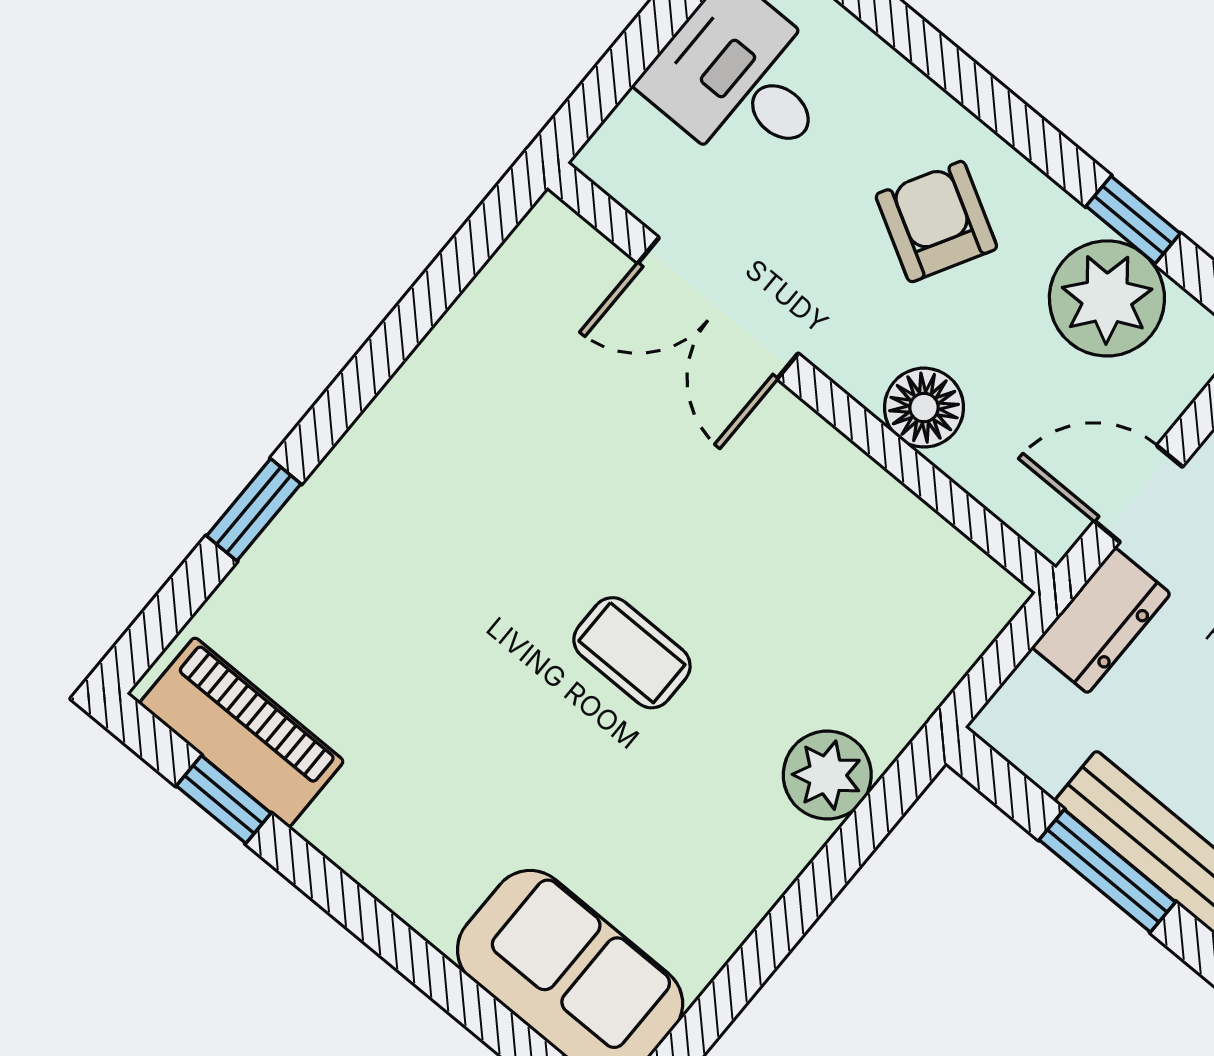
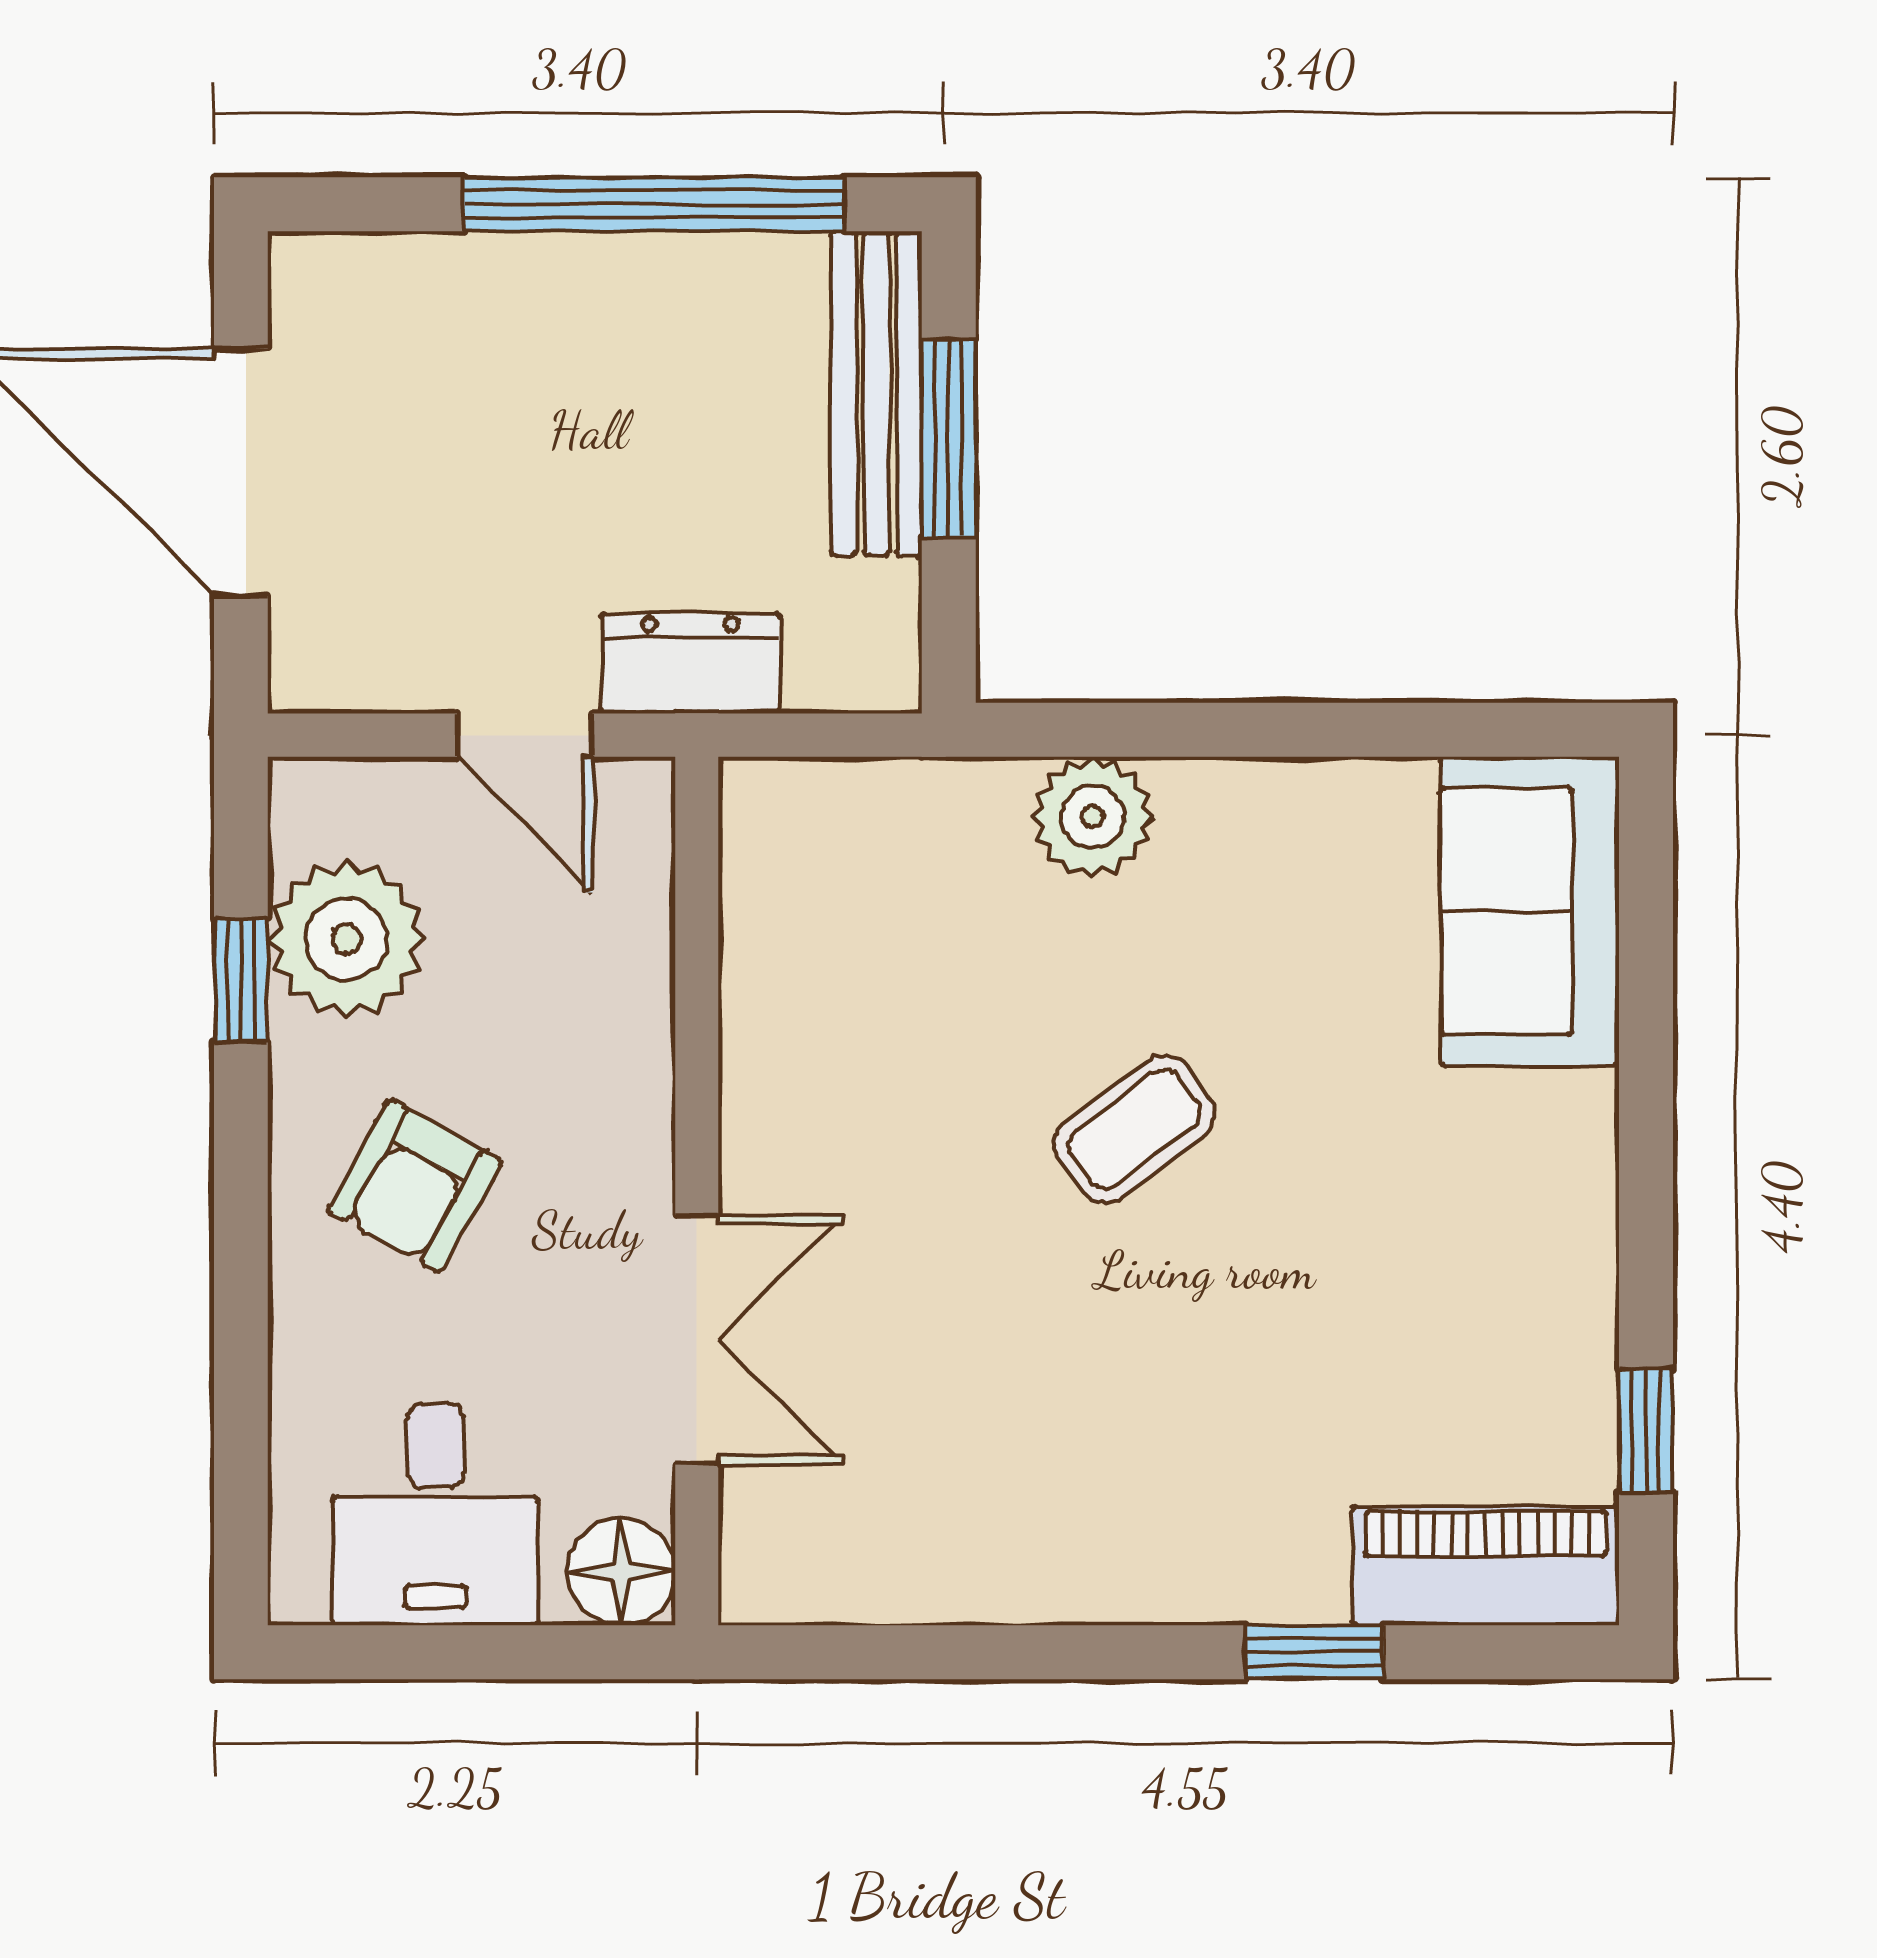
floor lamp: (924, 408) -> (621, 1571), moved
coffee table: (632, 653) -> (1135, 1129), turned 53
piano: (242, 732) -> (1486, 1566), moved, turned 90

